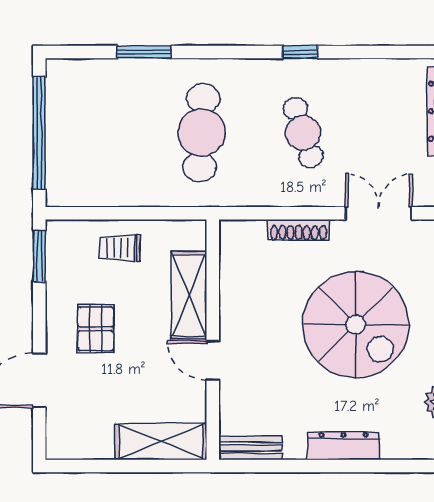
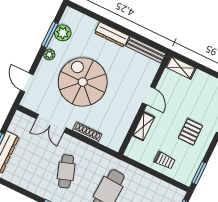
shelving: (189, 295) -> (144, 126), width x0.67, depth x0.75
shelving: (161, 442) -> (181, 68), width x0.67, depth x0.75
bench: (250, 448) -> (146, 50), width x1.36

